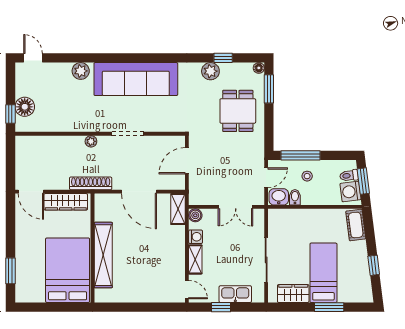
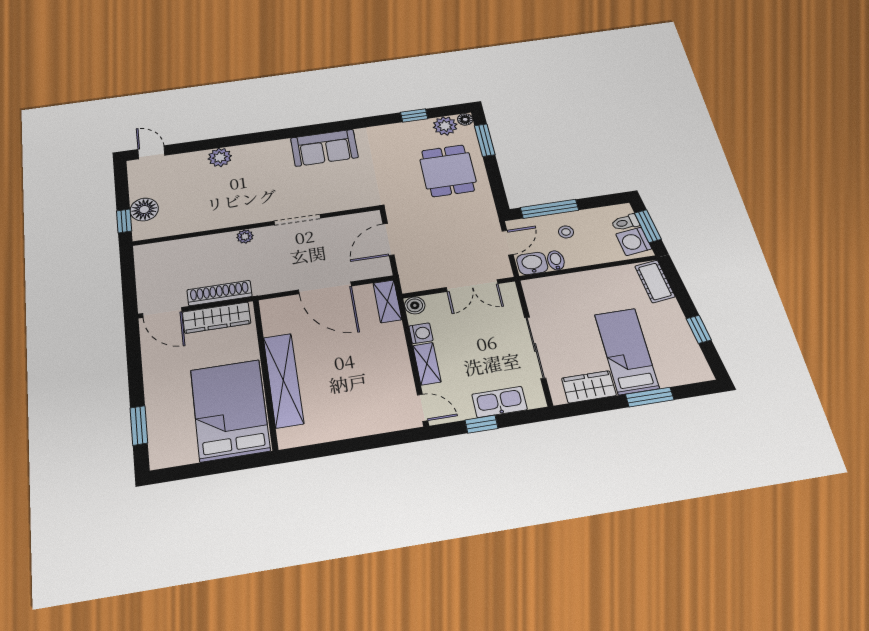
plant: (210, 71) -> (445, 126), moved
sofa: (136, 79) -> (324, 148), width x0.54, depth x0.79
shoe rack: (91, 183) -> (220, 293), moved

